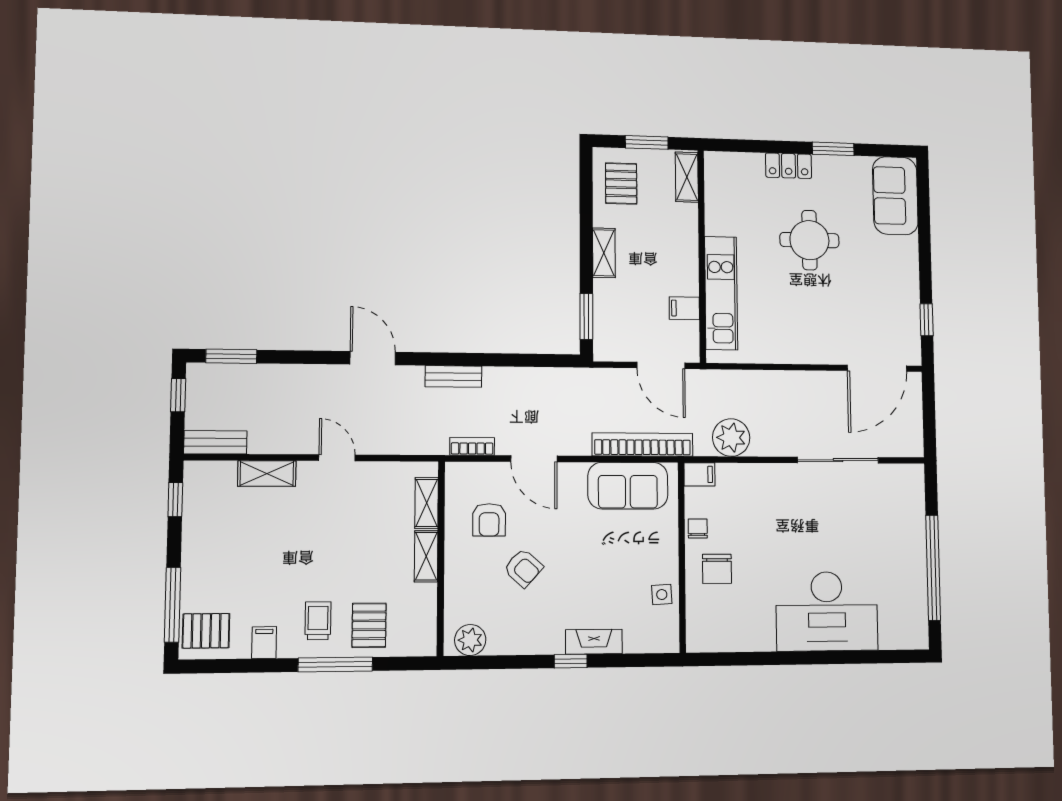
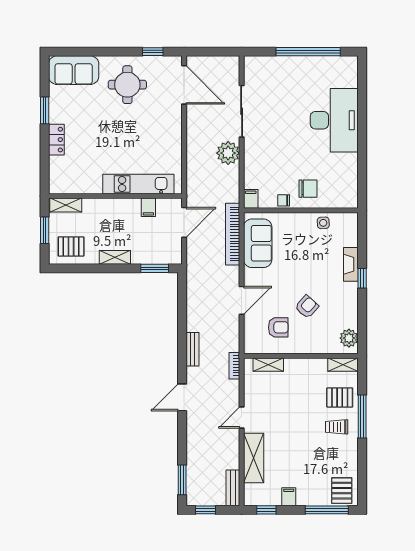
round table: (809, 240) -> (127, 85), moved
plant: (731, 438) -> (228, 153), moved
bookcase: (472, 446) -> (234, 366), moved
shelving: (267, 474) -> (254, 458), width x1.50, depth x1.33
shelving: (426, 556) -> (343, 365), moved
filing cabinet: (264, 643) -> (289, 497), moved, turned 90

